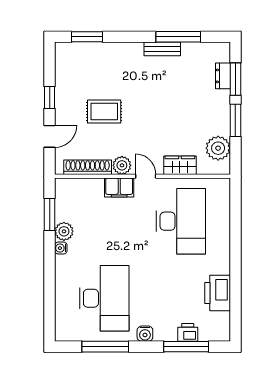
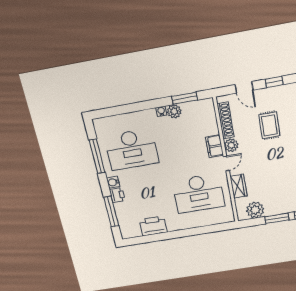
printer: (188, 332) -> (117, 195), moved

